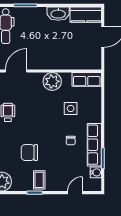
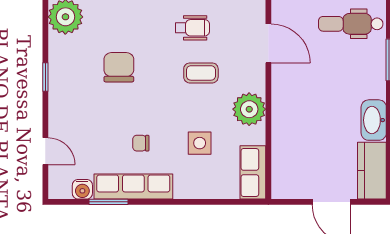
coffee table: (39, 180) -> (201, 73), moved

